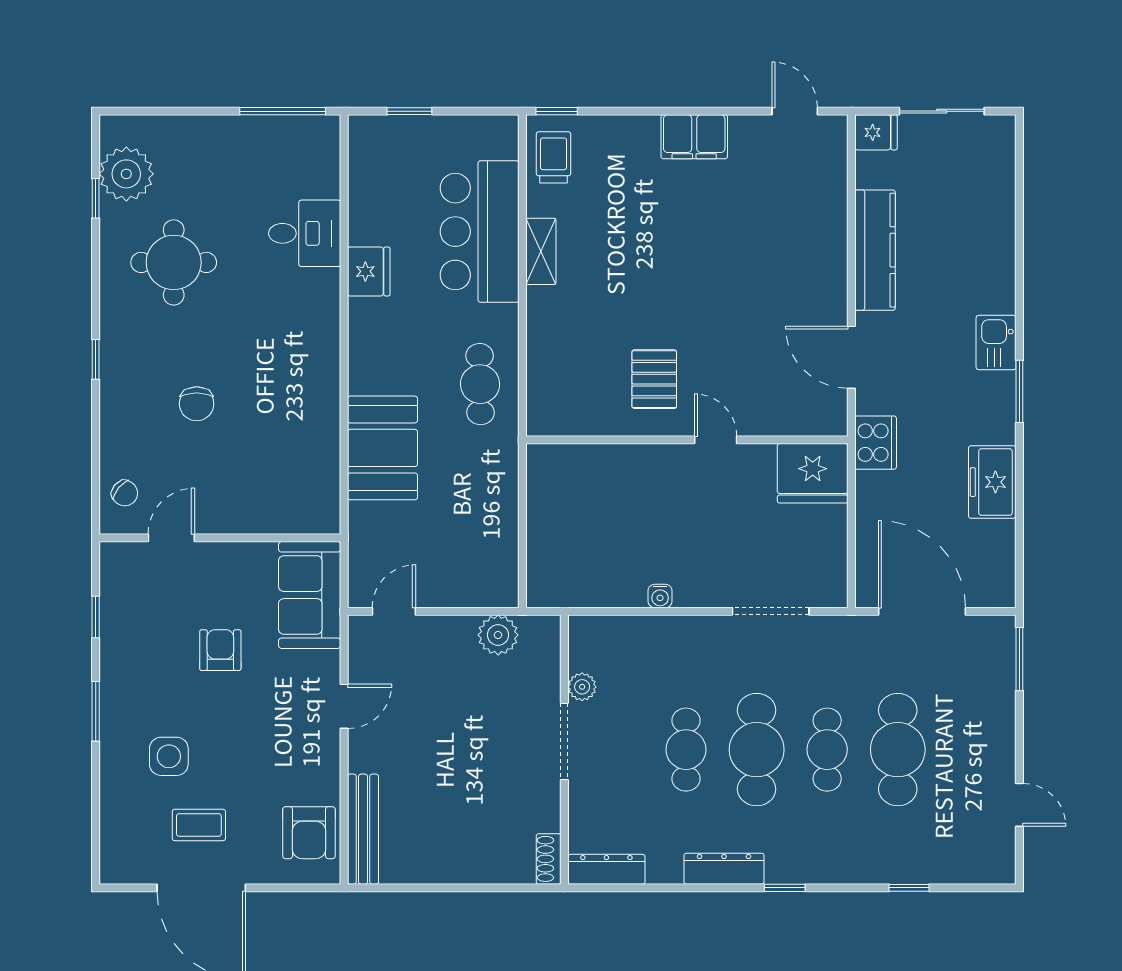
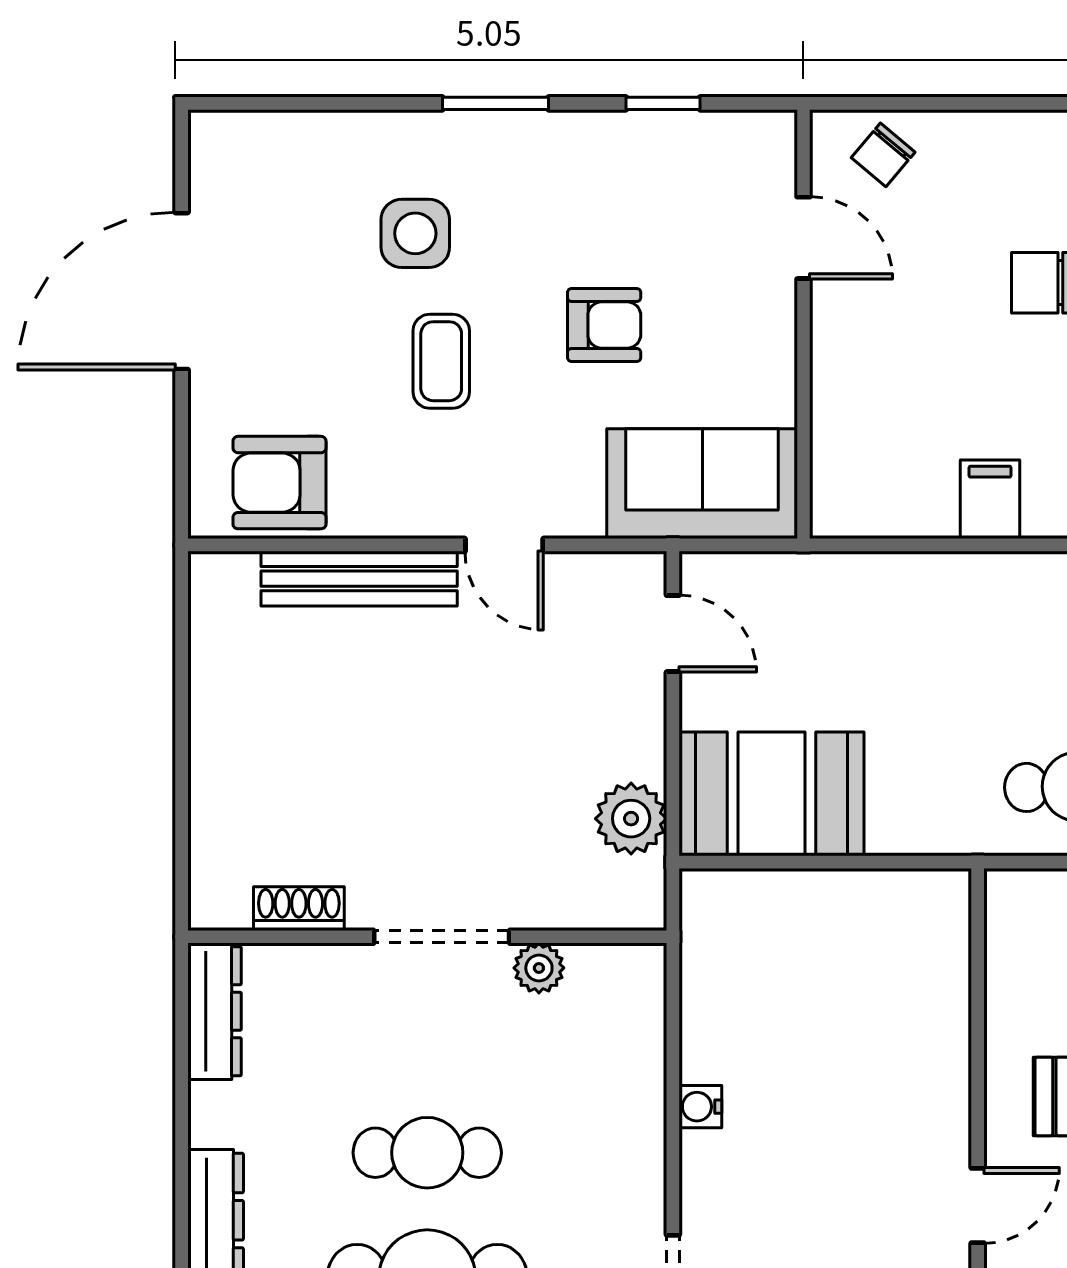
filing cabinet: (318, 433) -> (990, 499), added
booth: (382, 448) -> (771, 794), moved
coffee table: (199, 825) -> (441, 361), moved
bench: (363, 829) -> (359, 579), moved
shoe rack: (549, 859) -> (299, 909), moved

